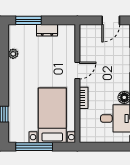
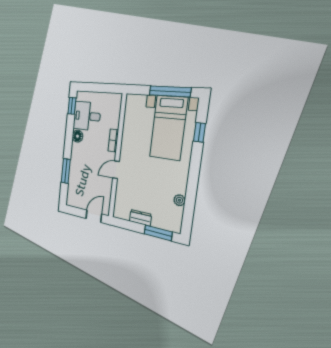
door: (111, 20) -> (94, 216), moved
bed with nightstands: (52, 115) -> (168, 128), moved

